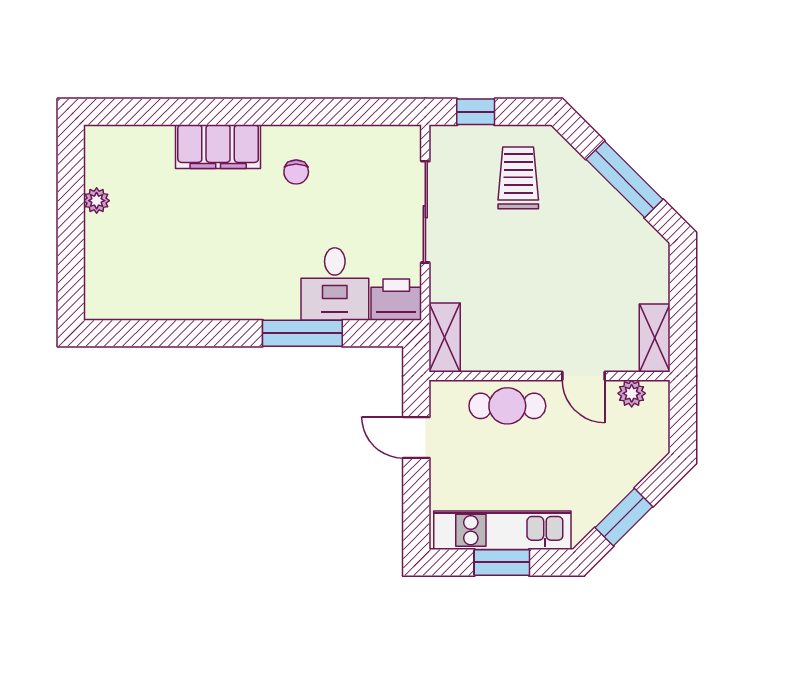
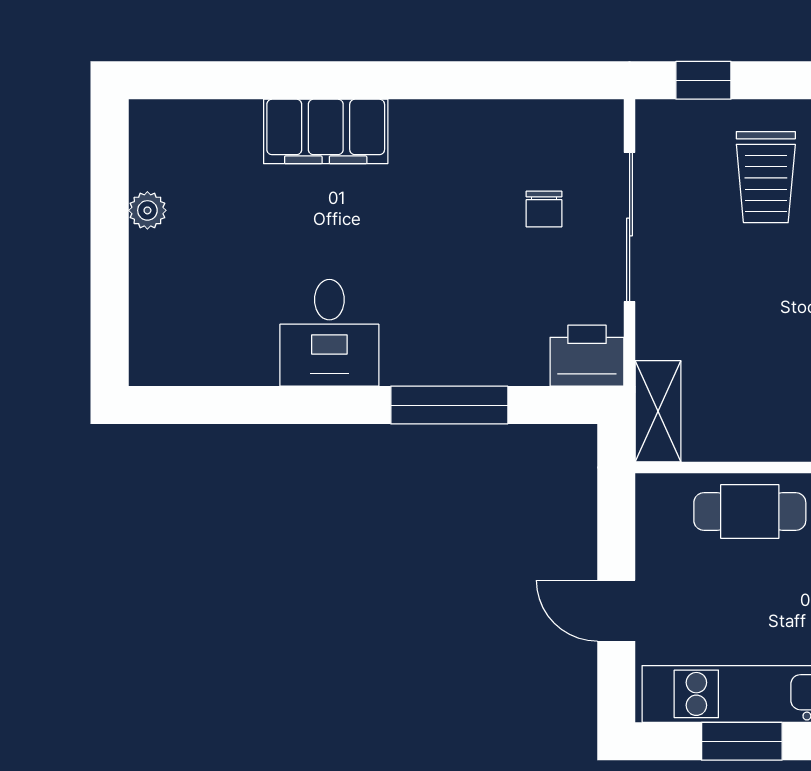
chair: (296, 172) -> (544, 209), moved
trolley: (518, 178) -> (766, 177), turned 180
desk: (335, 284) -> (329, 333), moved
door: (416, 437) -> (616, 611), moved

